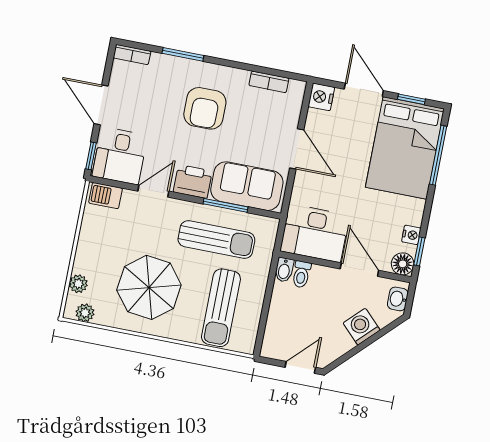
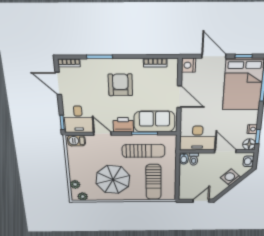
door: (101, 105) -> (58, 84), moved
armchair: (205, 108) -> (120, 85), turned 180
door: (153, 191) -> (102, 134), hinge flipped

